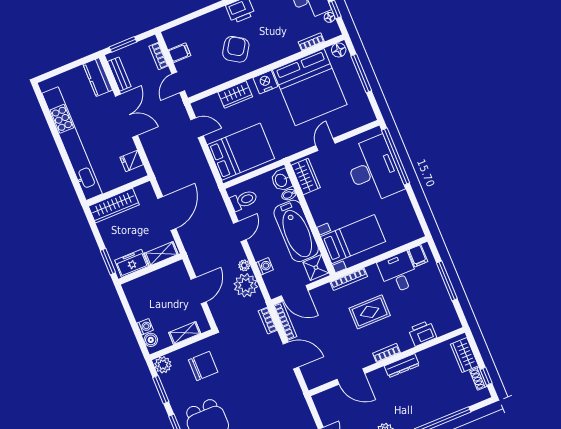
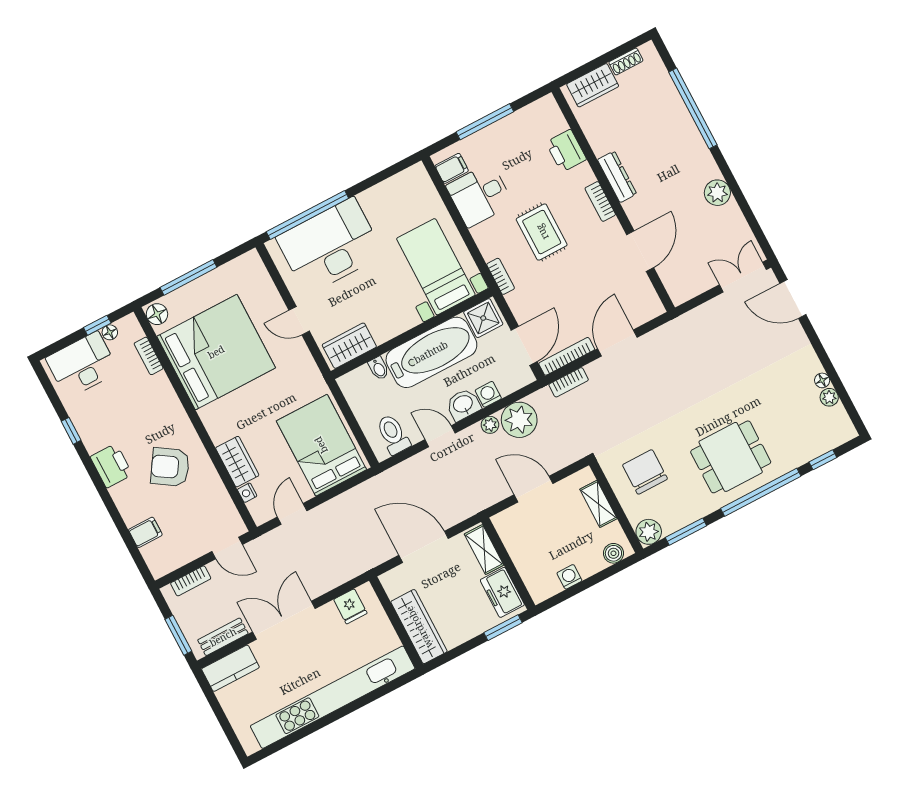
filing cabinet: (180, 53) -> (145, 532), moved, turned 90
nightstand: (265, 82) -> (247, 493), moved, width x0.53, depth x0.56
washbasin: (281, 180) -> (463, 405), moved, turned 180
bookcase: (349, 279) -> (501, 276), width x0.64
washing machine: (145, 327) -> (569, 577), moved
window: (486, 376) -> (621, 50), removed

